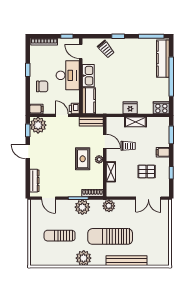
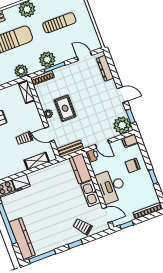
fridge: (130, 108) -> (21, 183), moved
shelving: (135, 122) -> (37, 161), moved
shelving: (111, 172) -> (27, 92), moved

